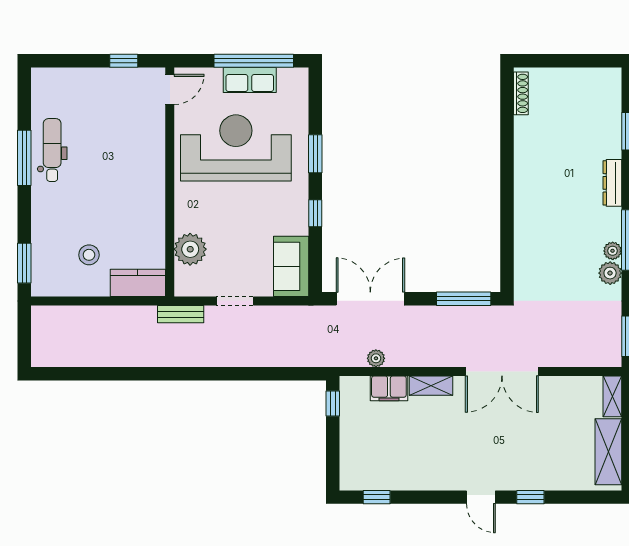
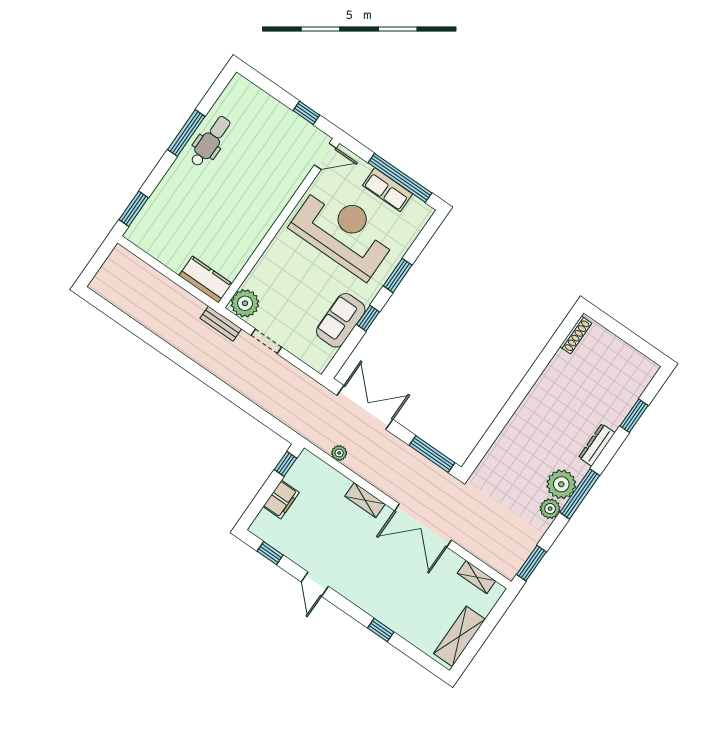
plant: (190, 249) -> (245, 303), moved
plant: (613, 251) -> (561, 484), width x1.88, depth x1.88
stool: (89, 255) -> (184, 235), removed
sofa: (291, 266) -> (341, 320), moved
filing cabinet: (389, 388) -> (281, 500), moved, turned -90
shelving: (612, 396) -> (476, 577), moved, turned 90
door: (481, 497) -> (315, 584), moved

